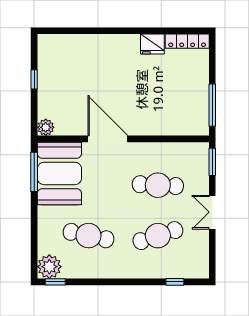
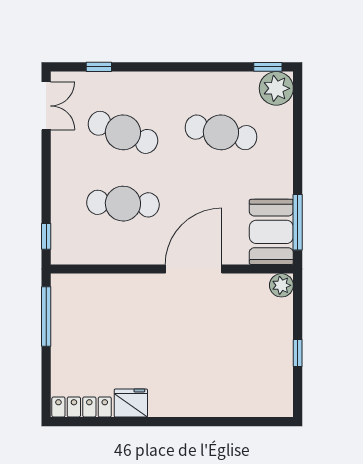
door: (108, 139) -> (194, 269), swing flipped
window: (212, 162) -> (46, 236), width x0.67
booth: (59, 173) -> (271, 232), width x0.73, depth x0.70
double door: (212, 212) -> (46, 106), moved
cafe table: (158, 236) -> (123, 132), turned 39

